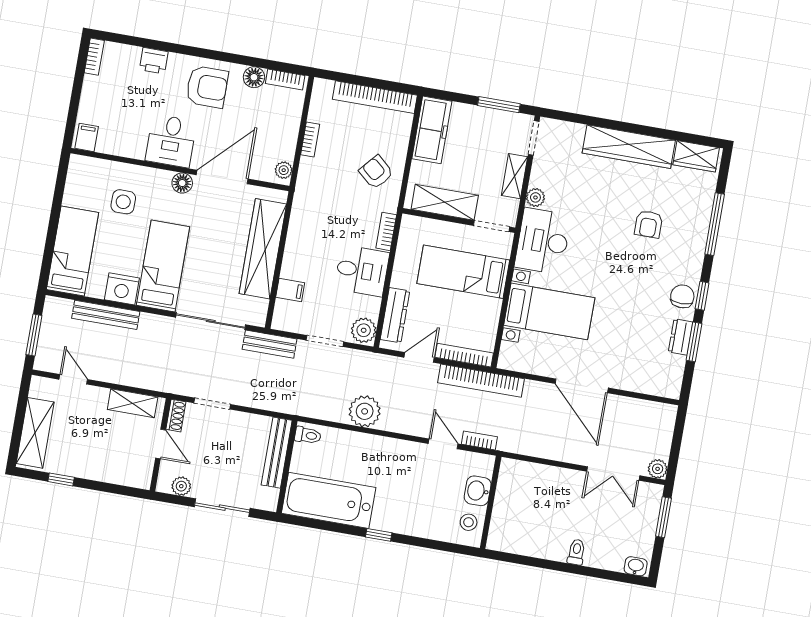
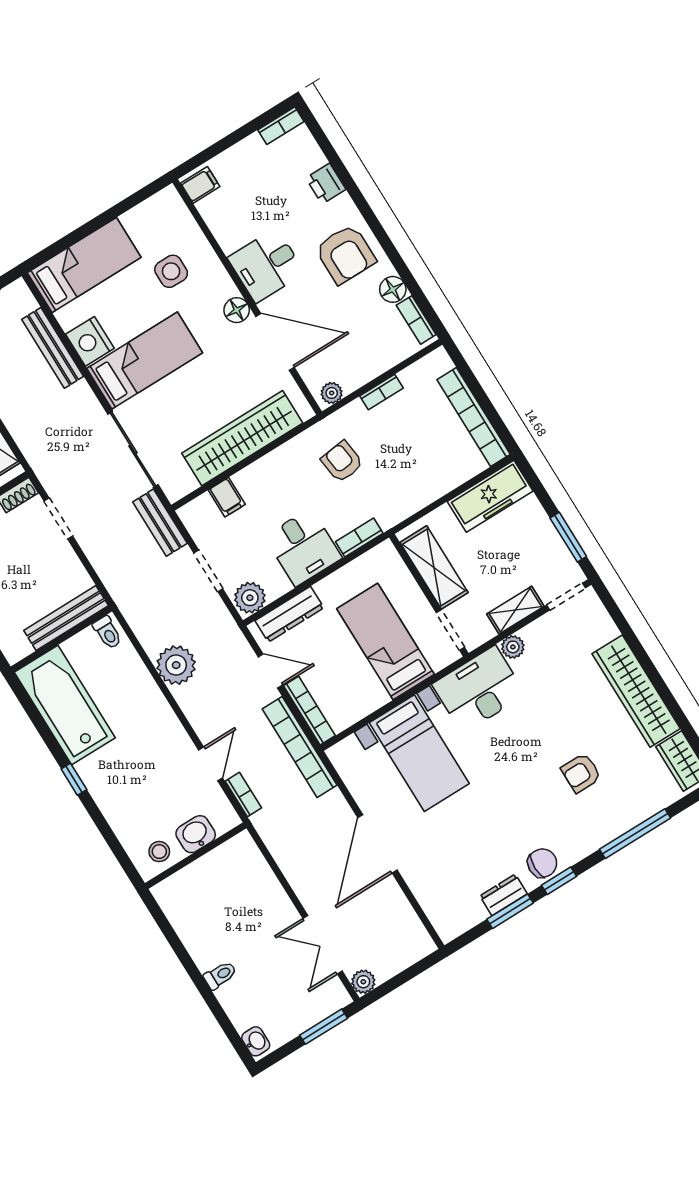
armchair: (376, 172) -> (342, 462), moved, turned -48

